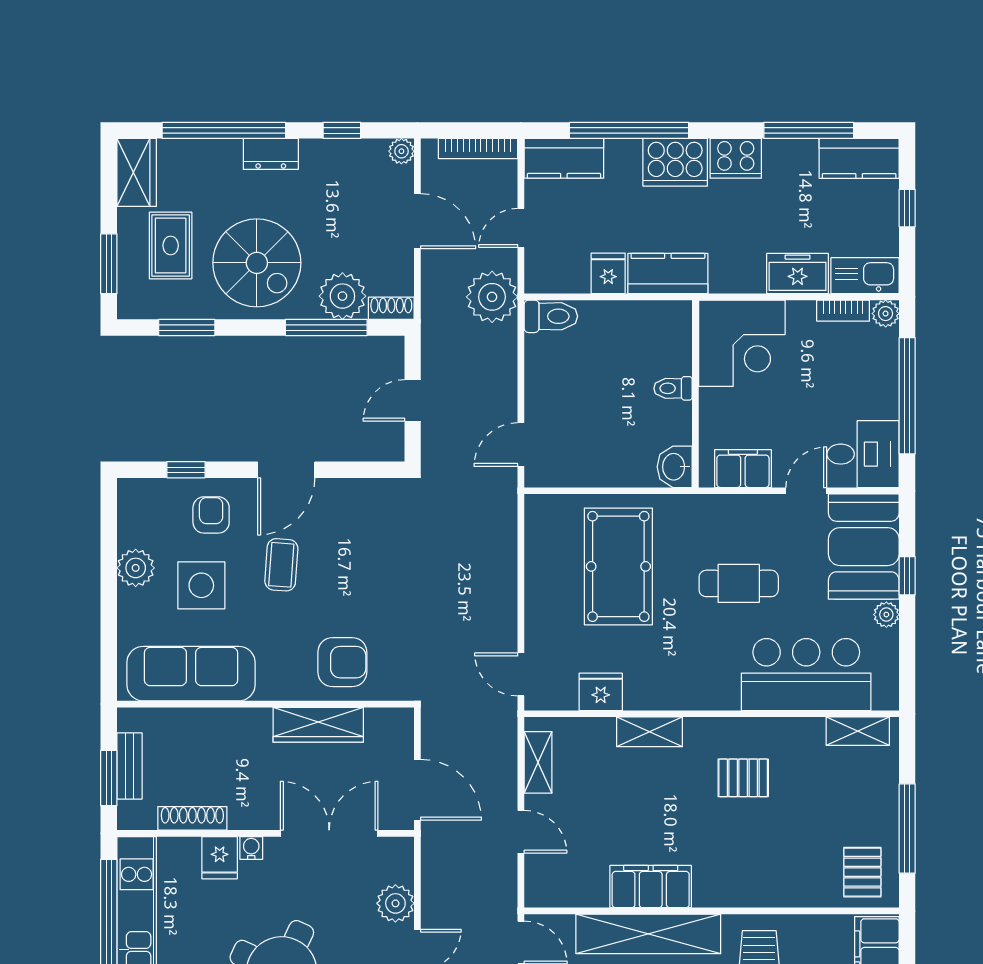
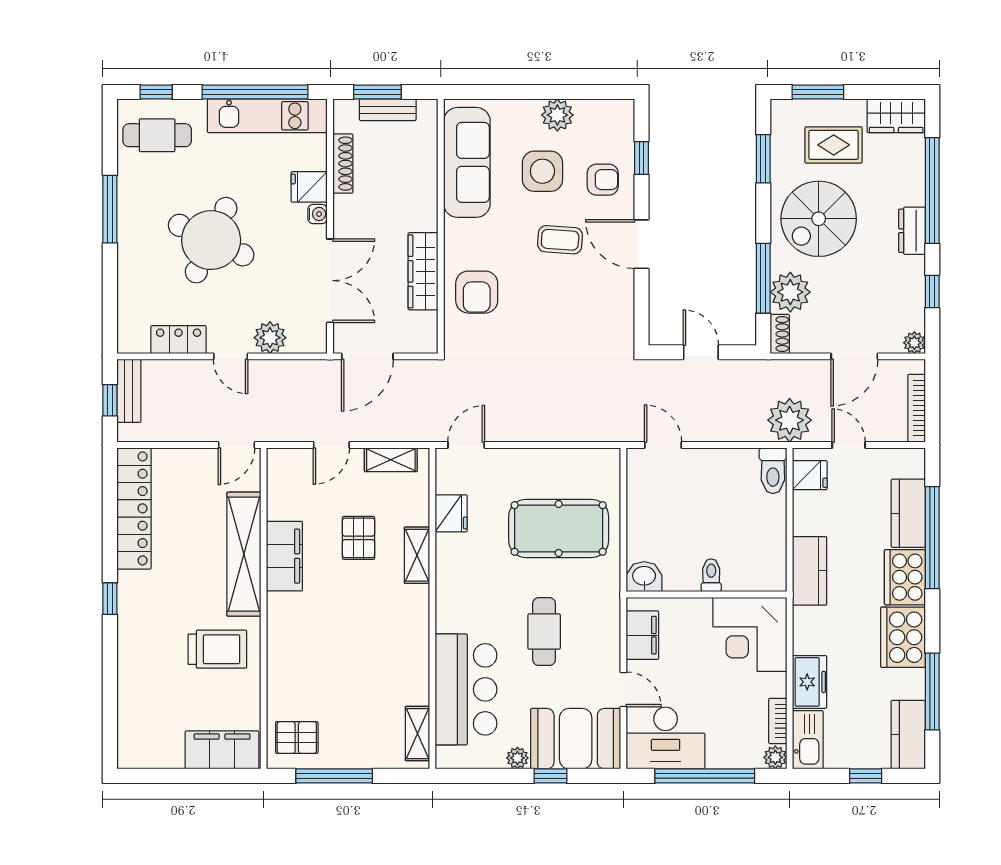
kitchen counter: (564, 158) -> (908, 513), moved
cooker: (736, 158) -> (903, 637), width x1.37, depth x1.31
fridge: (608, 273) -> (810, 475), moved
desk: (863, 454) -> (666, 738), width x1.37
pallet: (743, 778) -> (359, 538), moved

